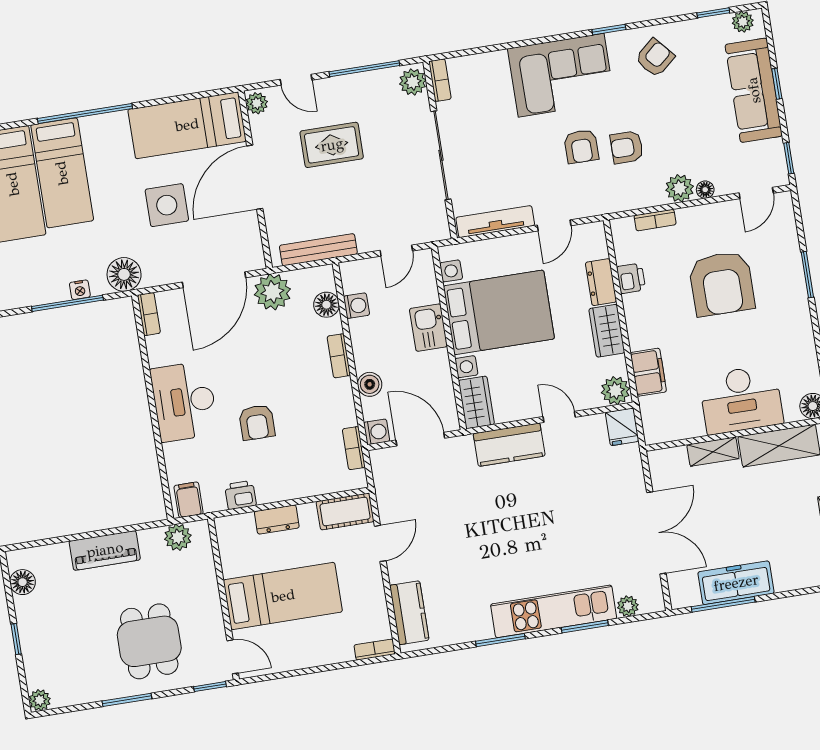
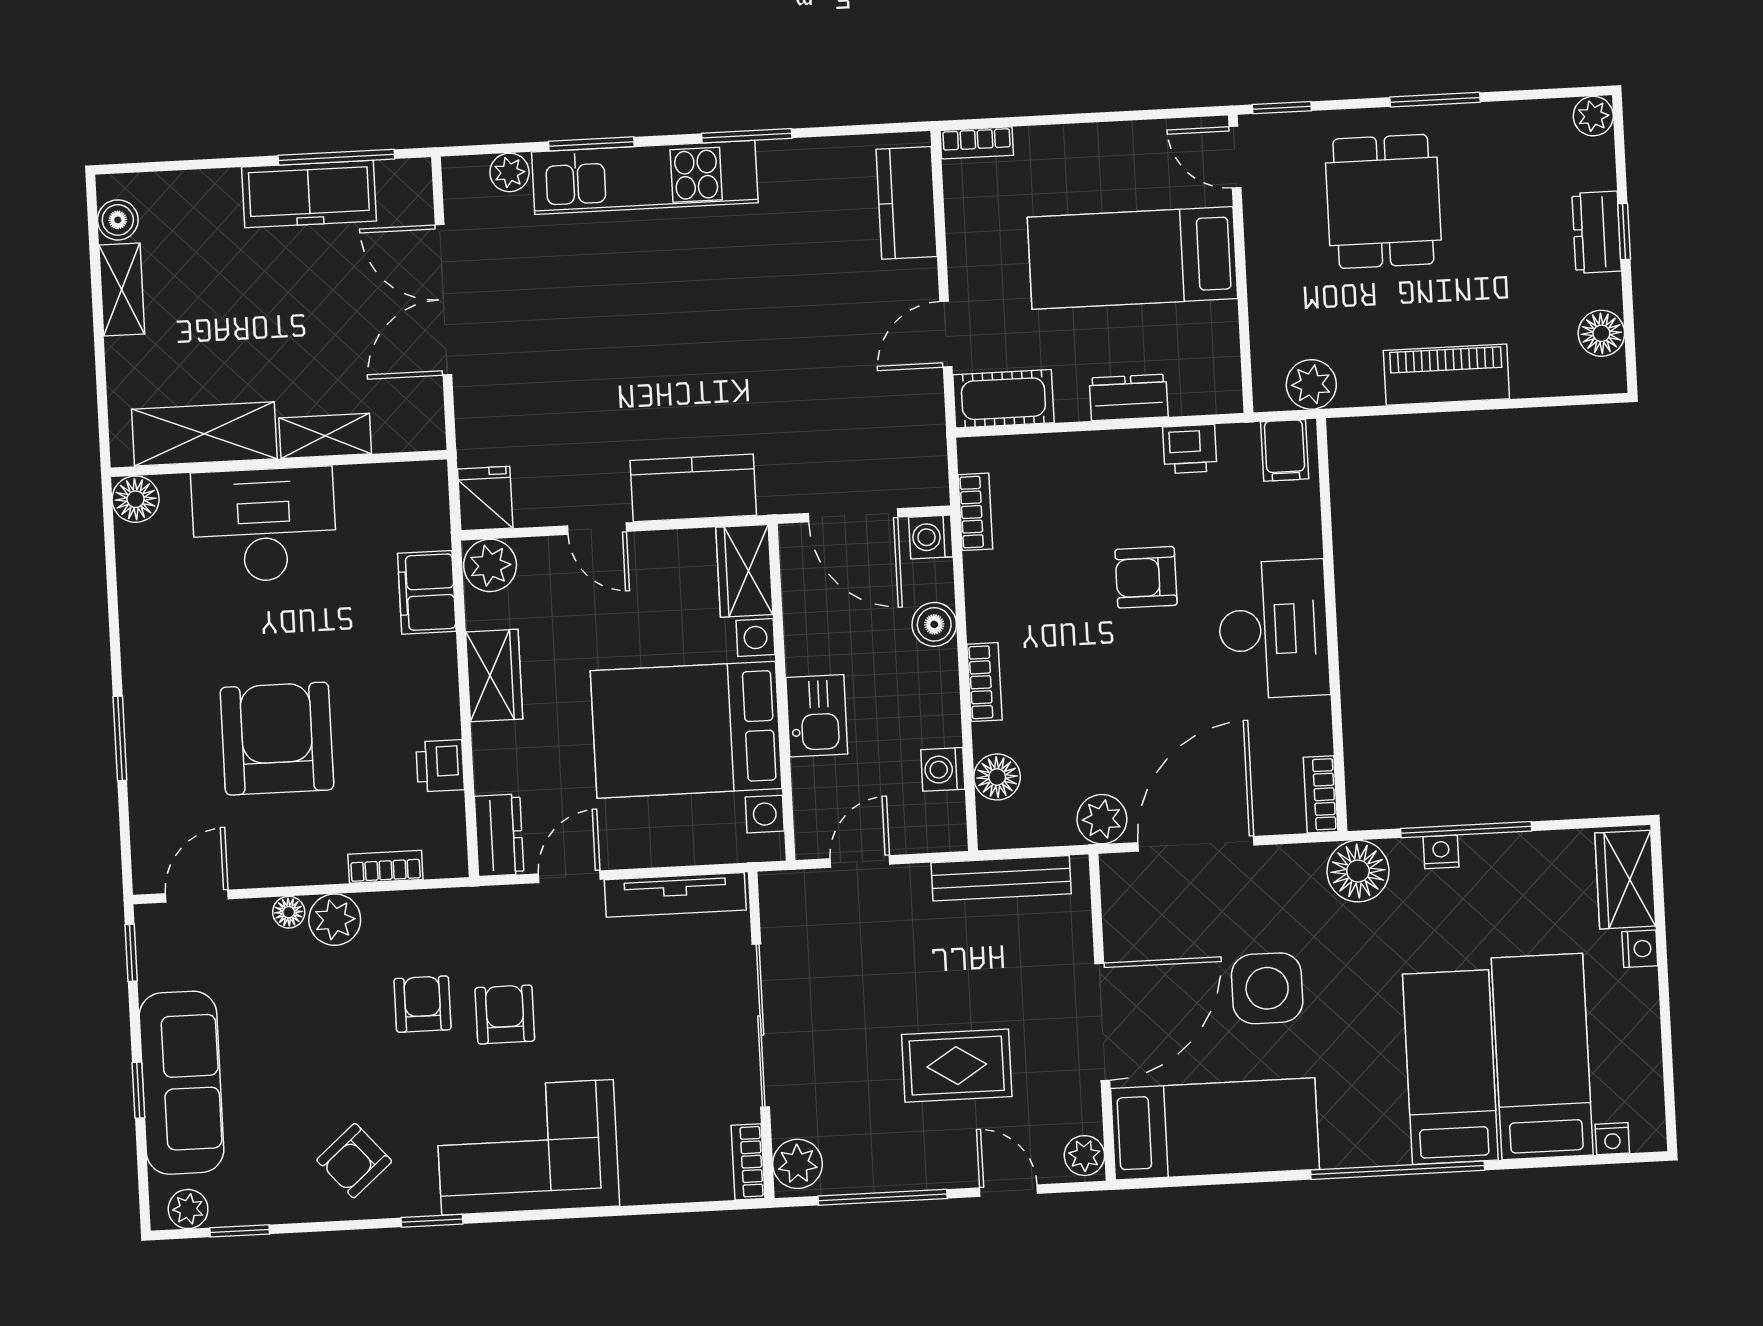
armchair: (627, 147) -> (422, 1004), turned -90
dresser: (601, 282) -> (499, 835), moved
plant: (272, 292) -> (1102, 819), width x0.73, depth x0.73
armchair: (257, 422) -> (1146, 577), turned -90
dresser: (31, 637) -> (1597, 232), added

